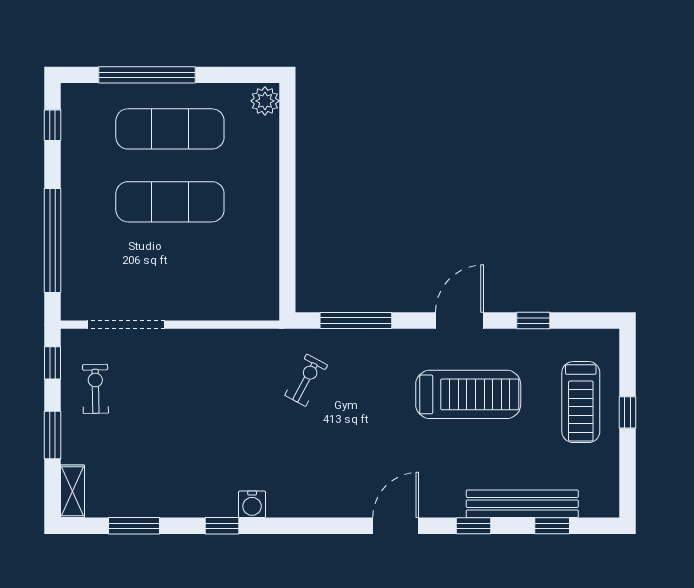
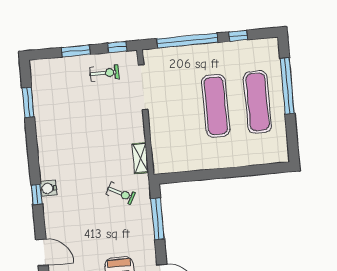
plant: (265, 101) -> (279, 155), removed
window: (53, 125) -> (238, 36), moved
shelving: (73, 491) -> (140, 158), moved, turned 90
water cooler: (252, 504) -> (49, 188), moved
window: (222, 526) -> (37, 194), moved

